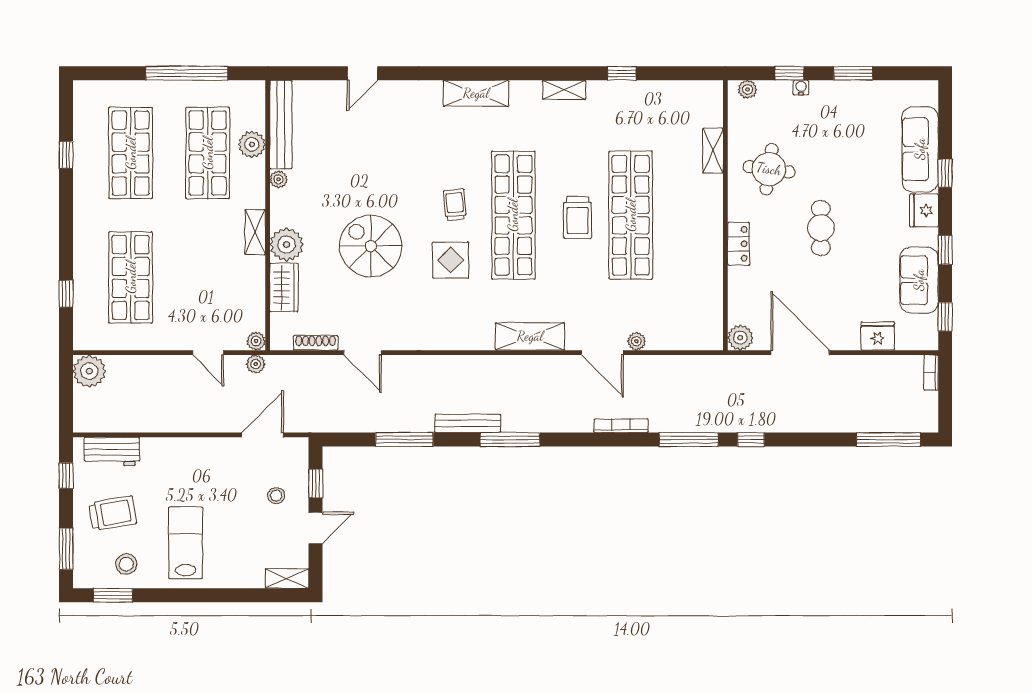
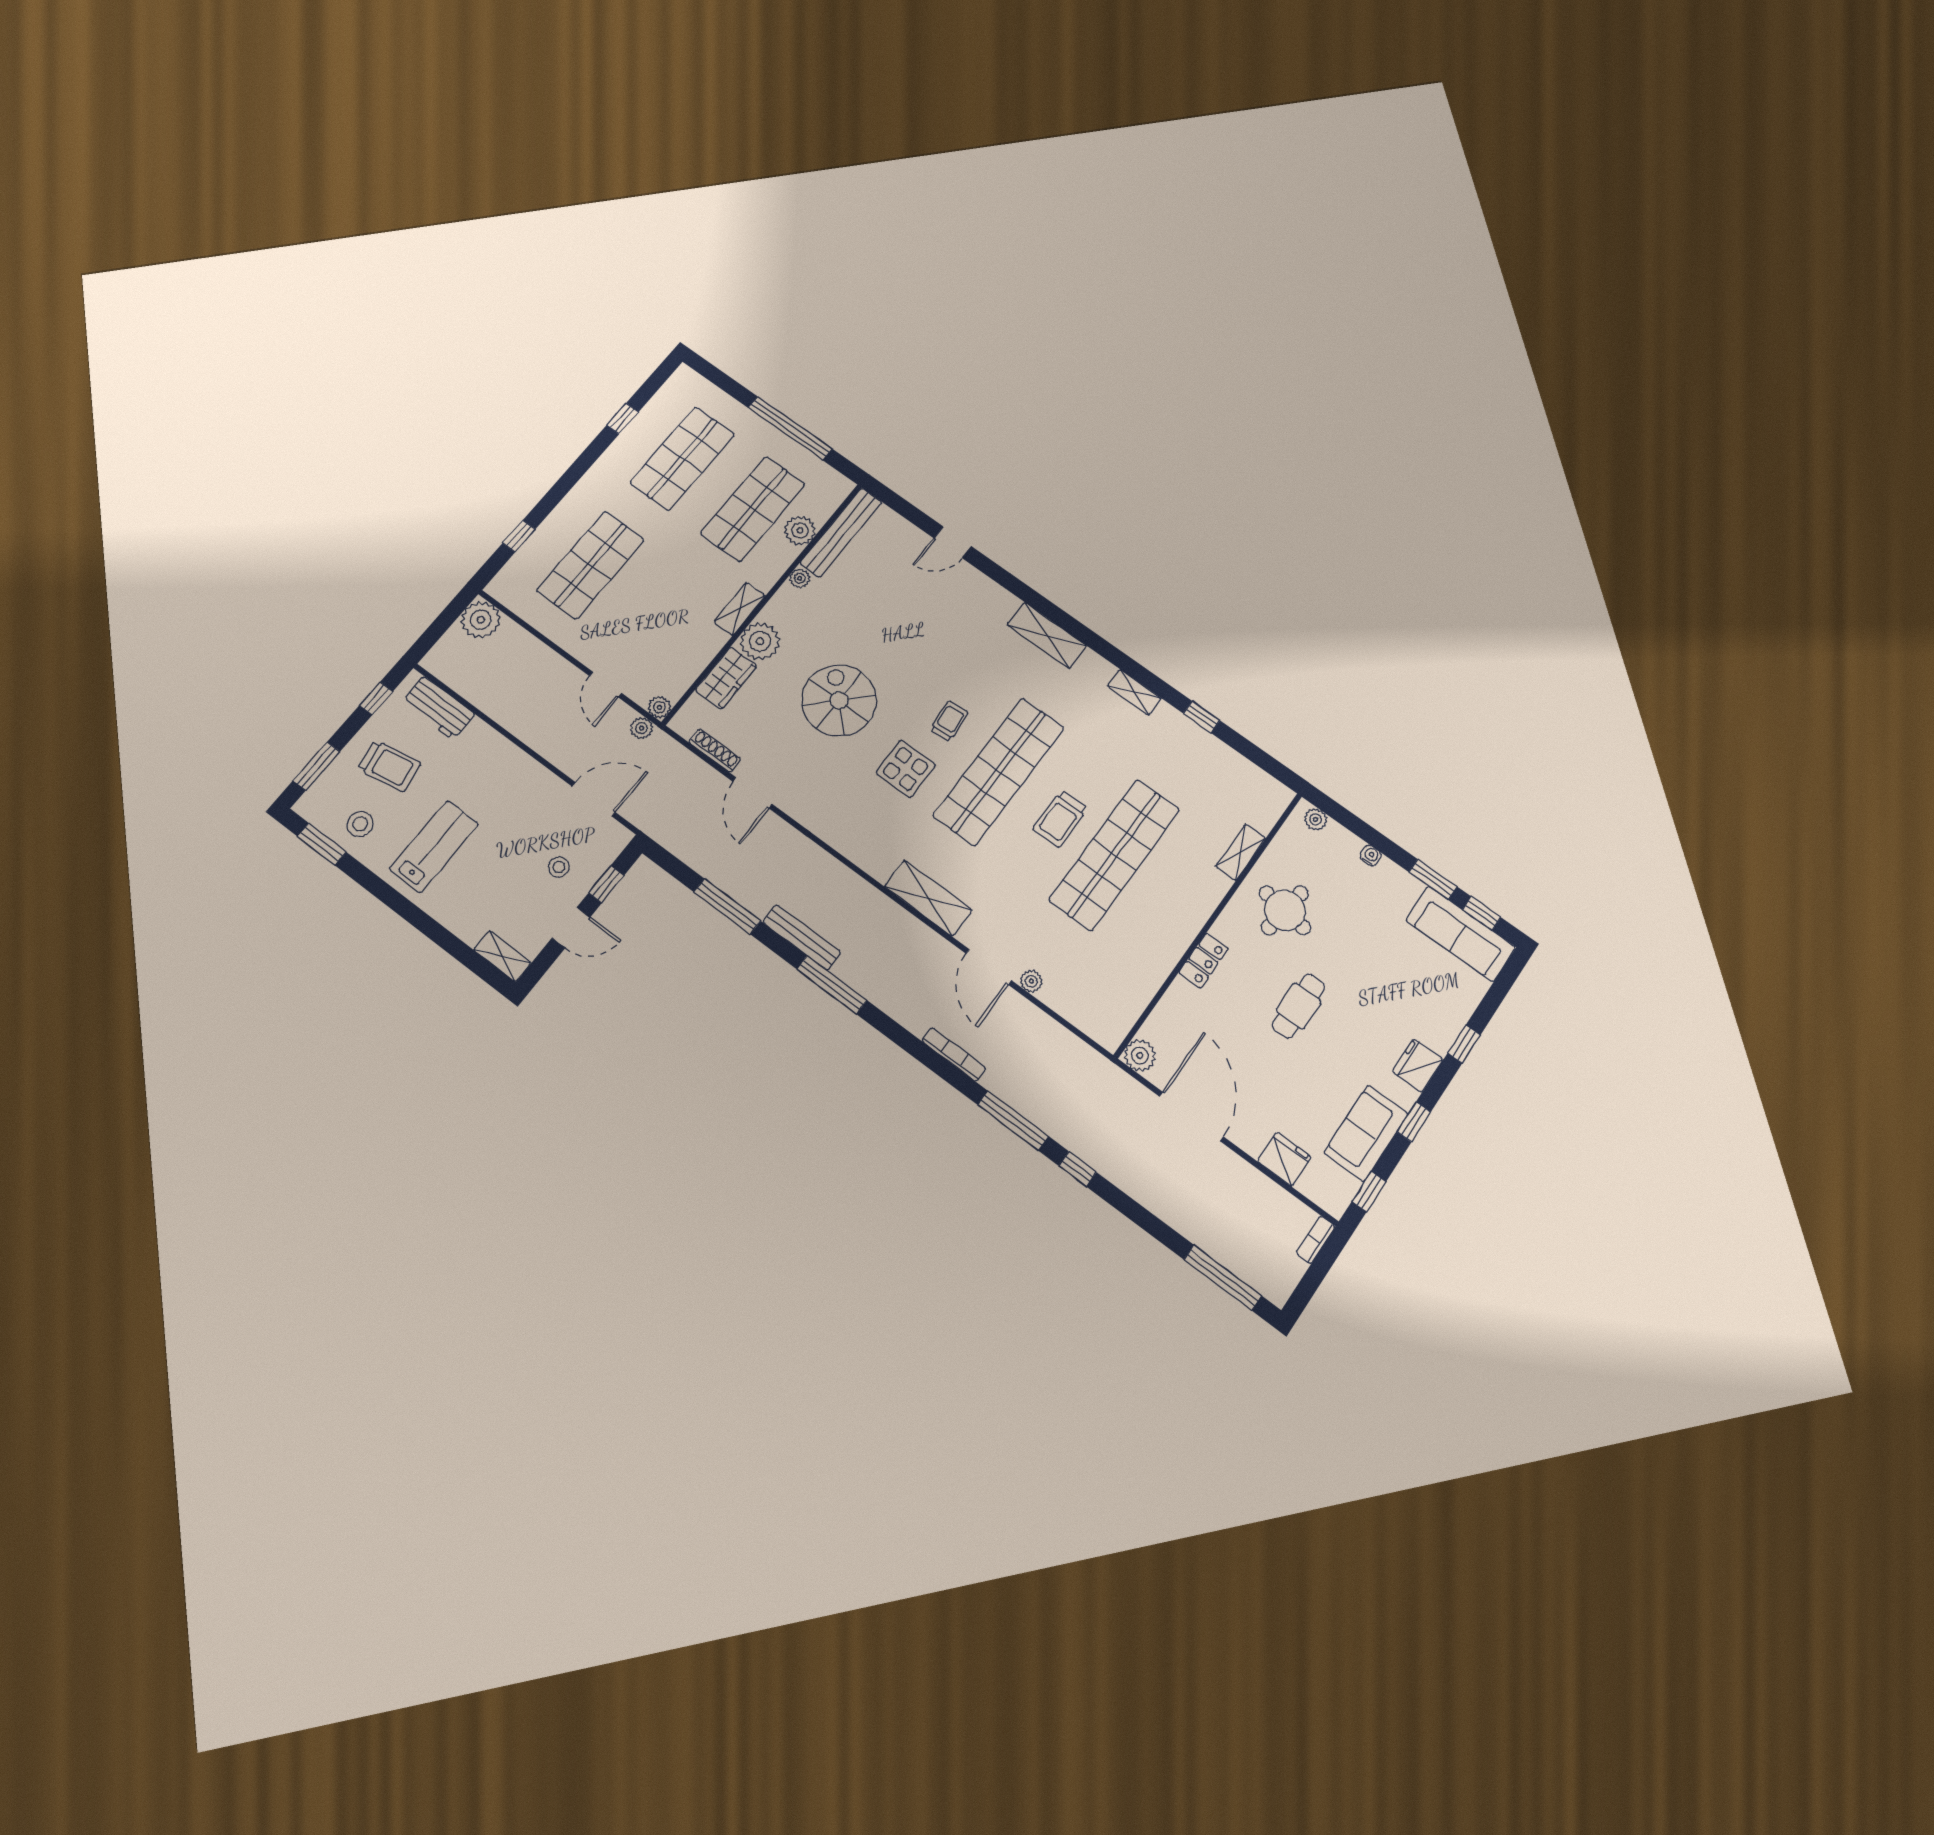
window: (790, 73) -> (1482, 913), moved
sofa: (920, 149) -> (1461, 934), moved, turned -90

